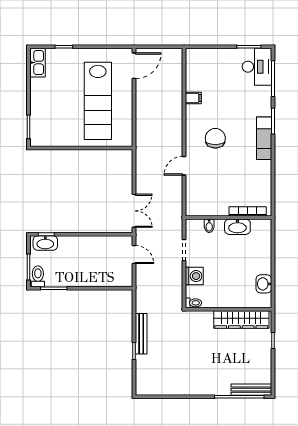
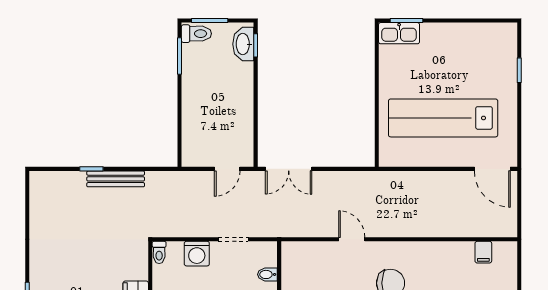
kitchen sink: (38, 63) -> (399, 33), moved
filing cabinet: (193, 98) -> (483, 252), moved

